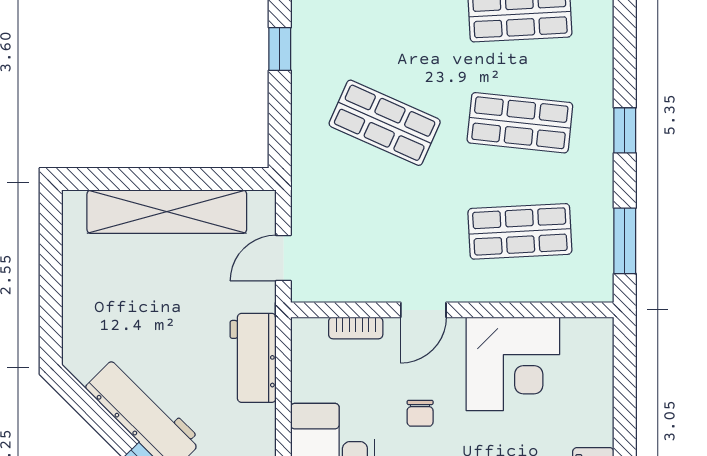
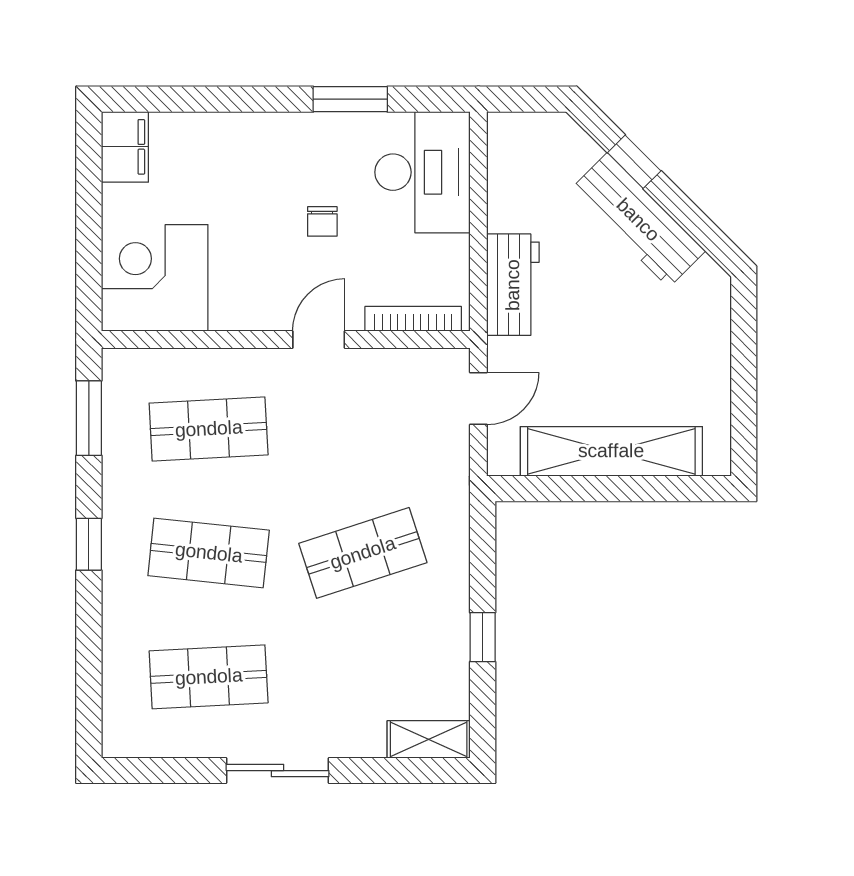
shop shelf: (385, 123) -> (363, 553), turned -42
bookcase: (356, 328) -> (413, 319), width x1.56
corner desk: (513, 364) -> (155, 278), moved
chair: (420, 413) -> (322, 221), turned 180

